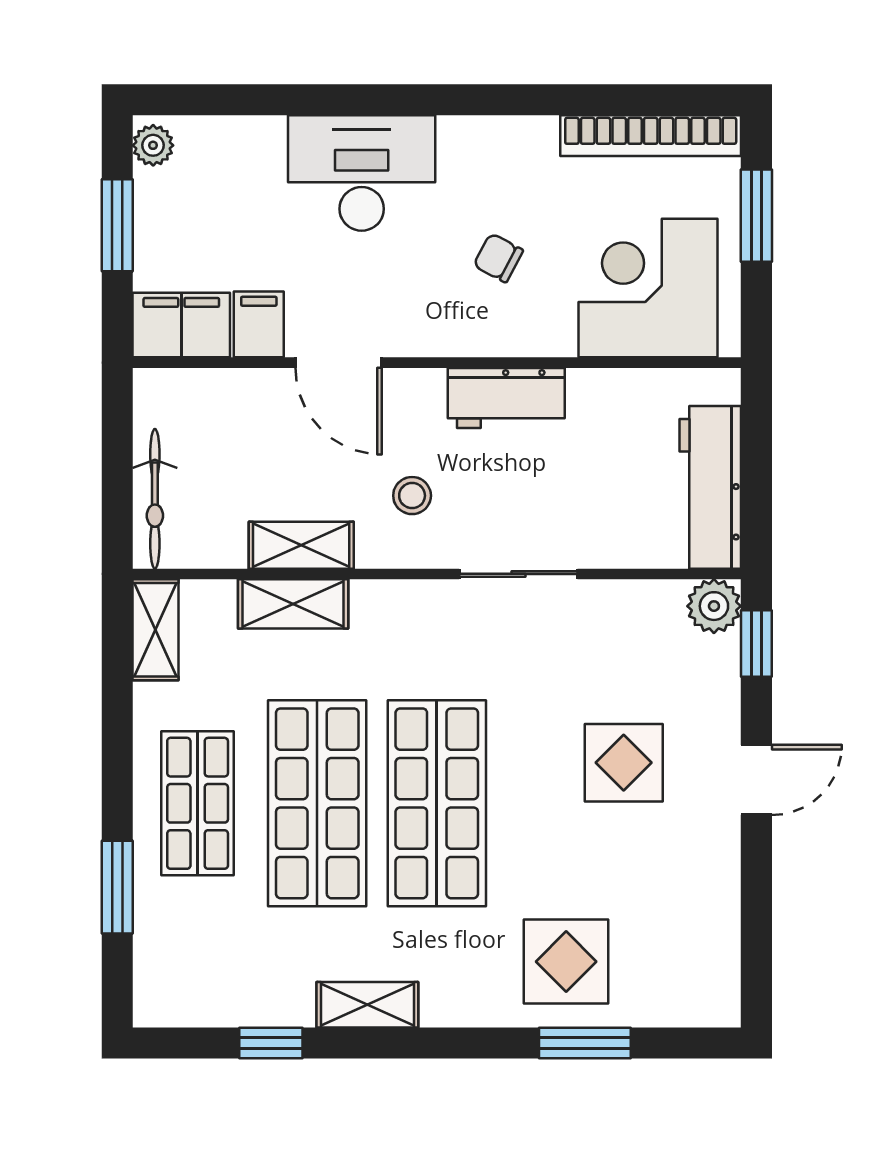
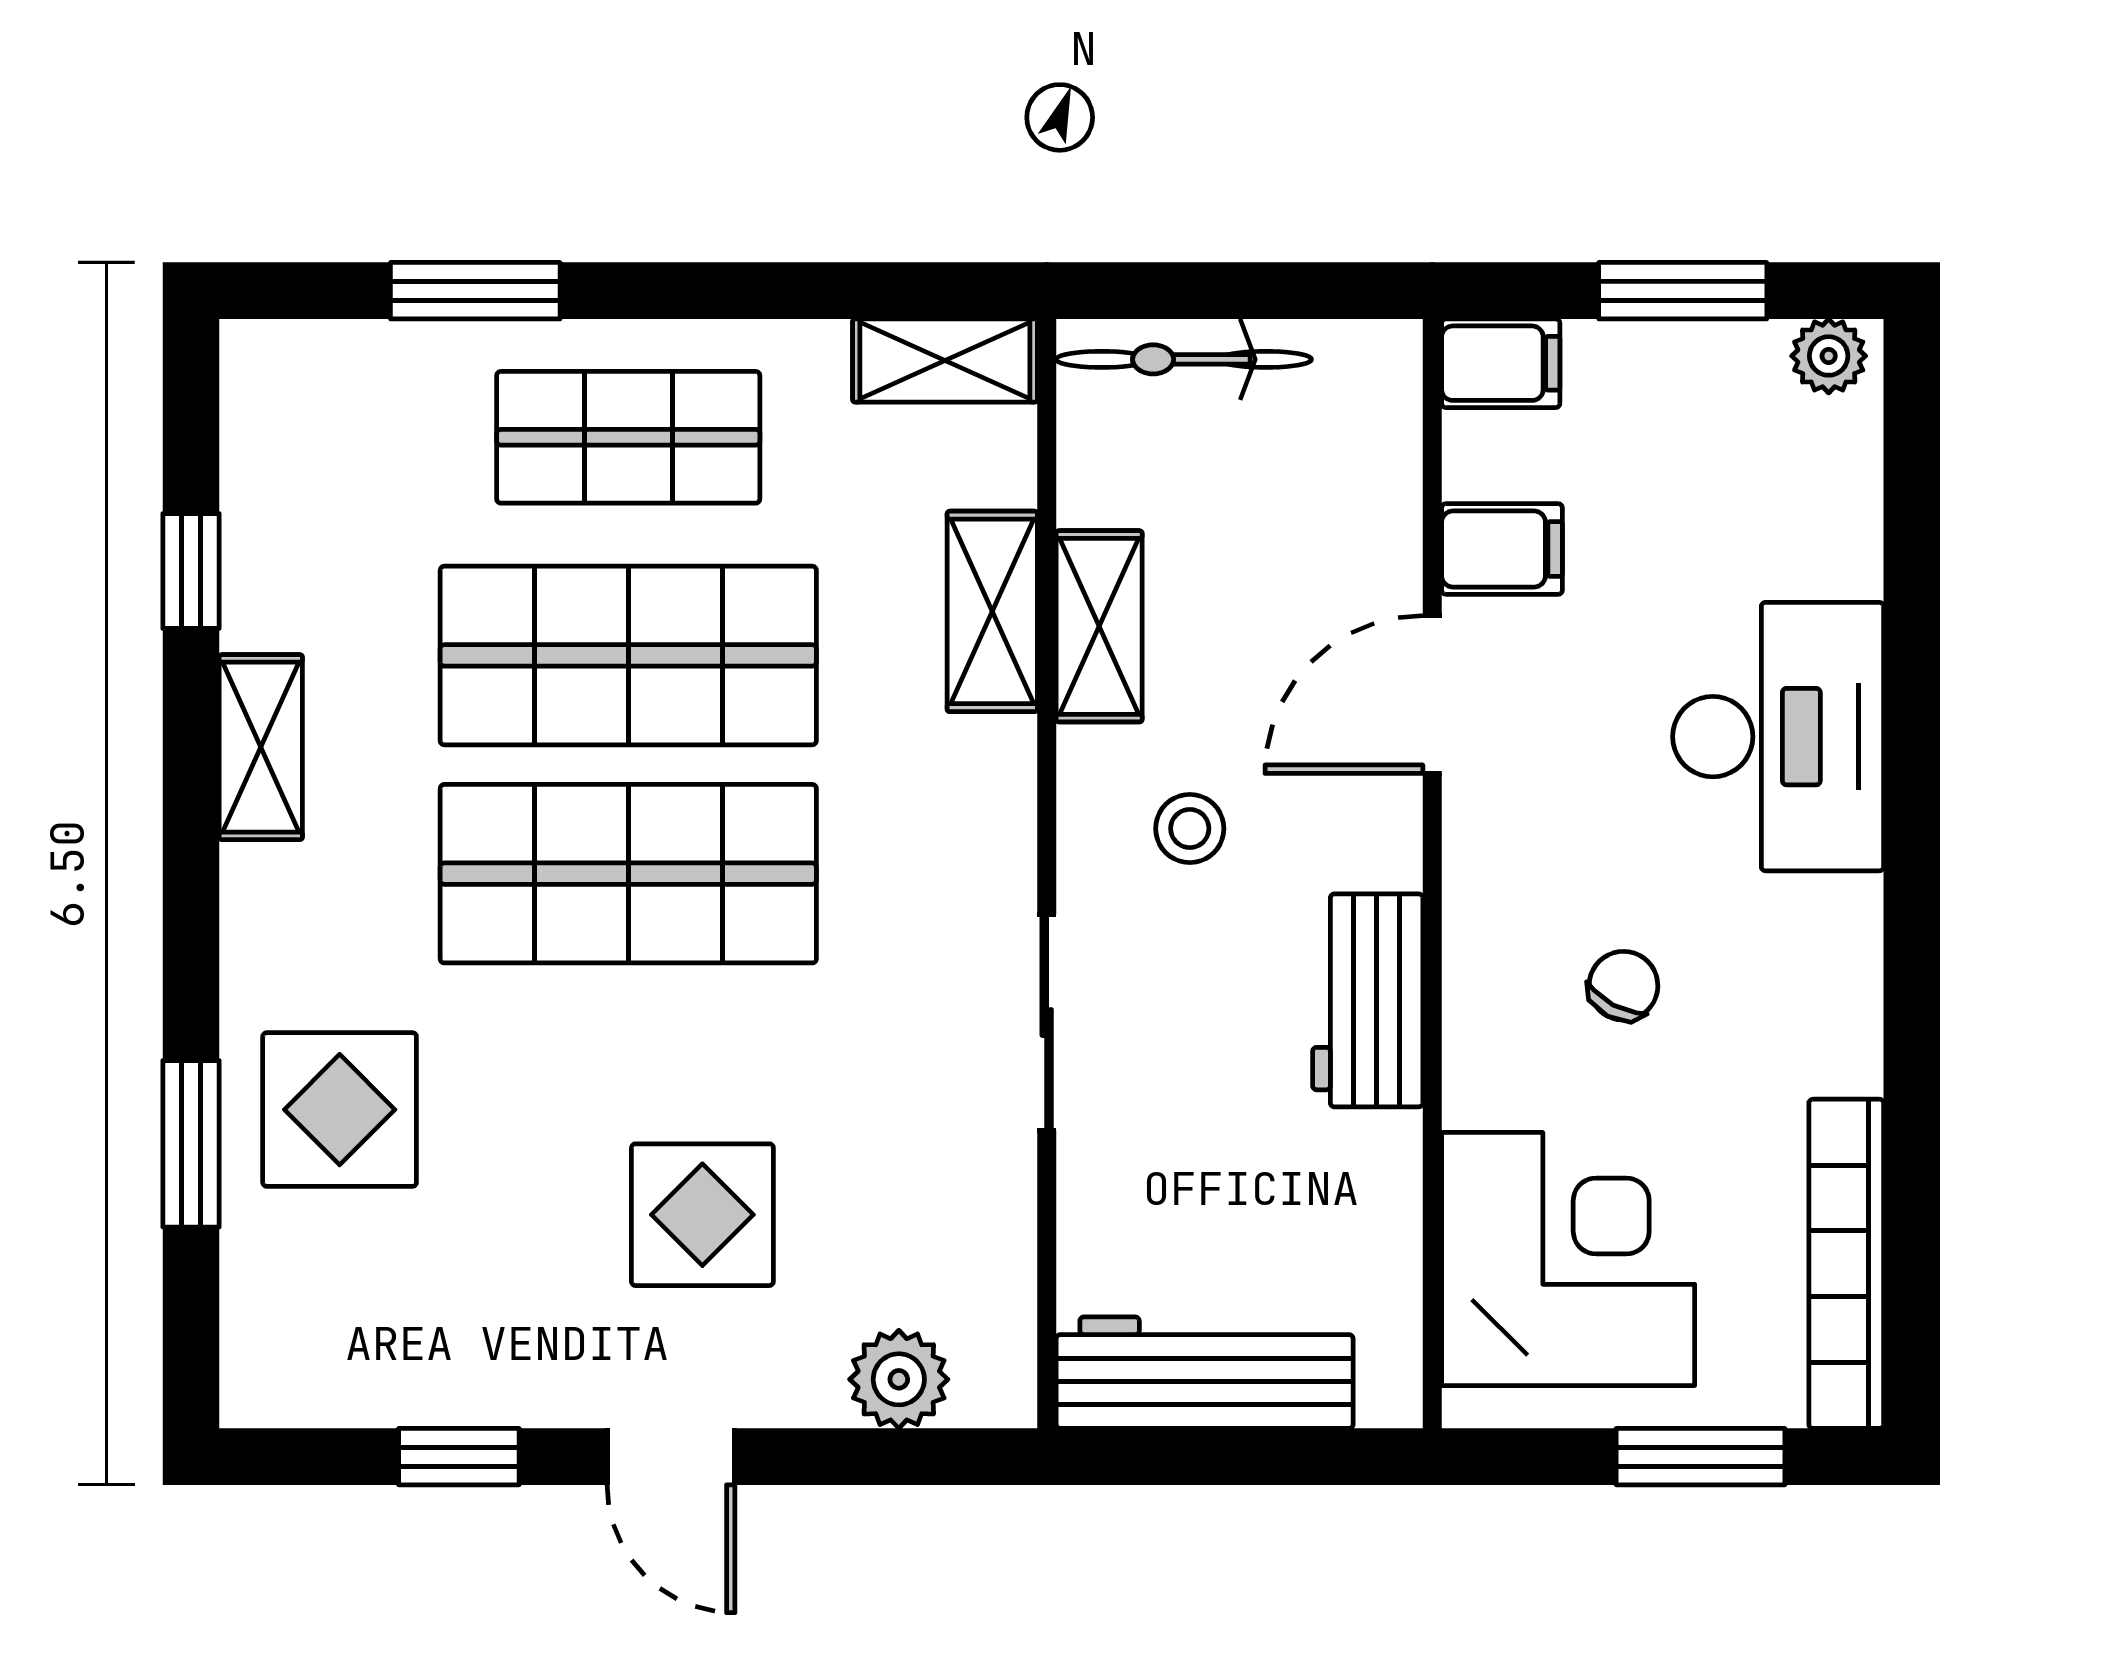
filing cabinet: (181, 325) -> (1501, 363), width x0.50
plant: (714, 606) -> (899, 1379), moved
window: (756, 643) -> (459, 1457), moved

